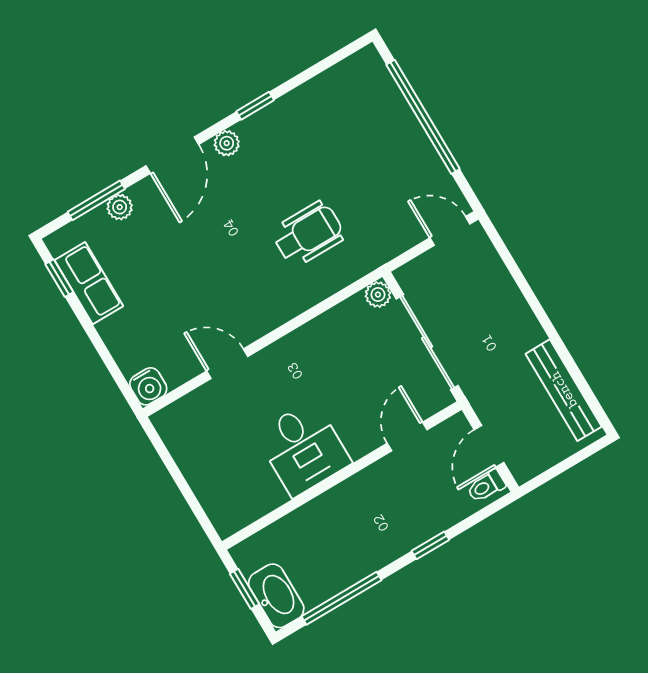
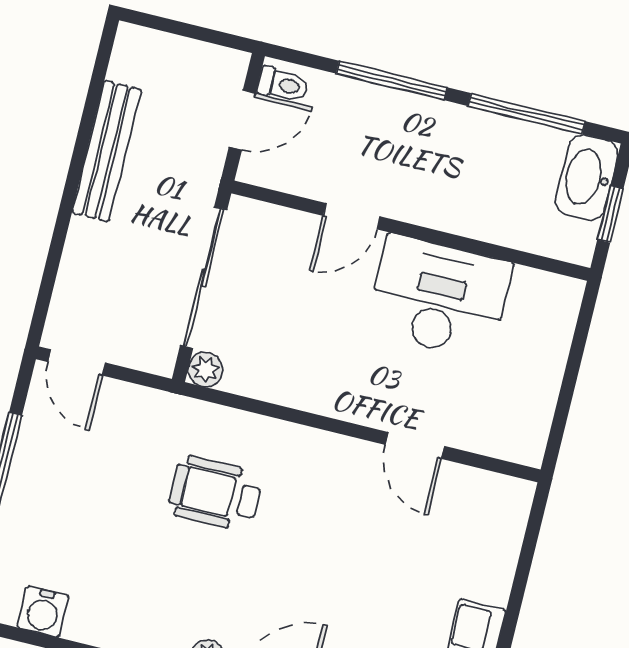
water cooler: (148, 386) -> (43, 612), moved, turned 180
bench: (564, 390) -> (107, 151), moved
door: (407, 437) -> (352, 216), moved
desk: (303, 448) -> (439, 297), width x1.37
window: (430, 545) -> (392, 81), width x2.17

